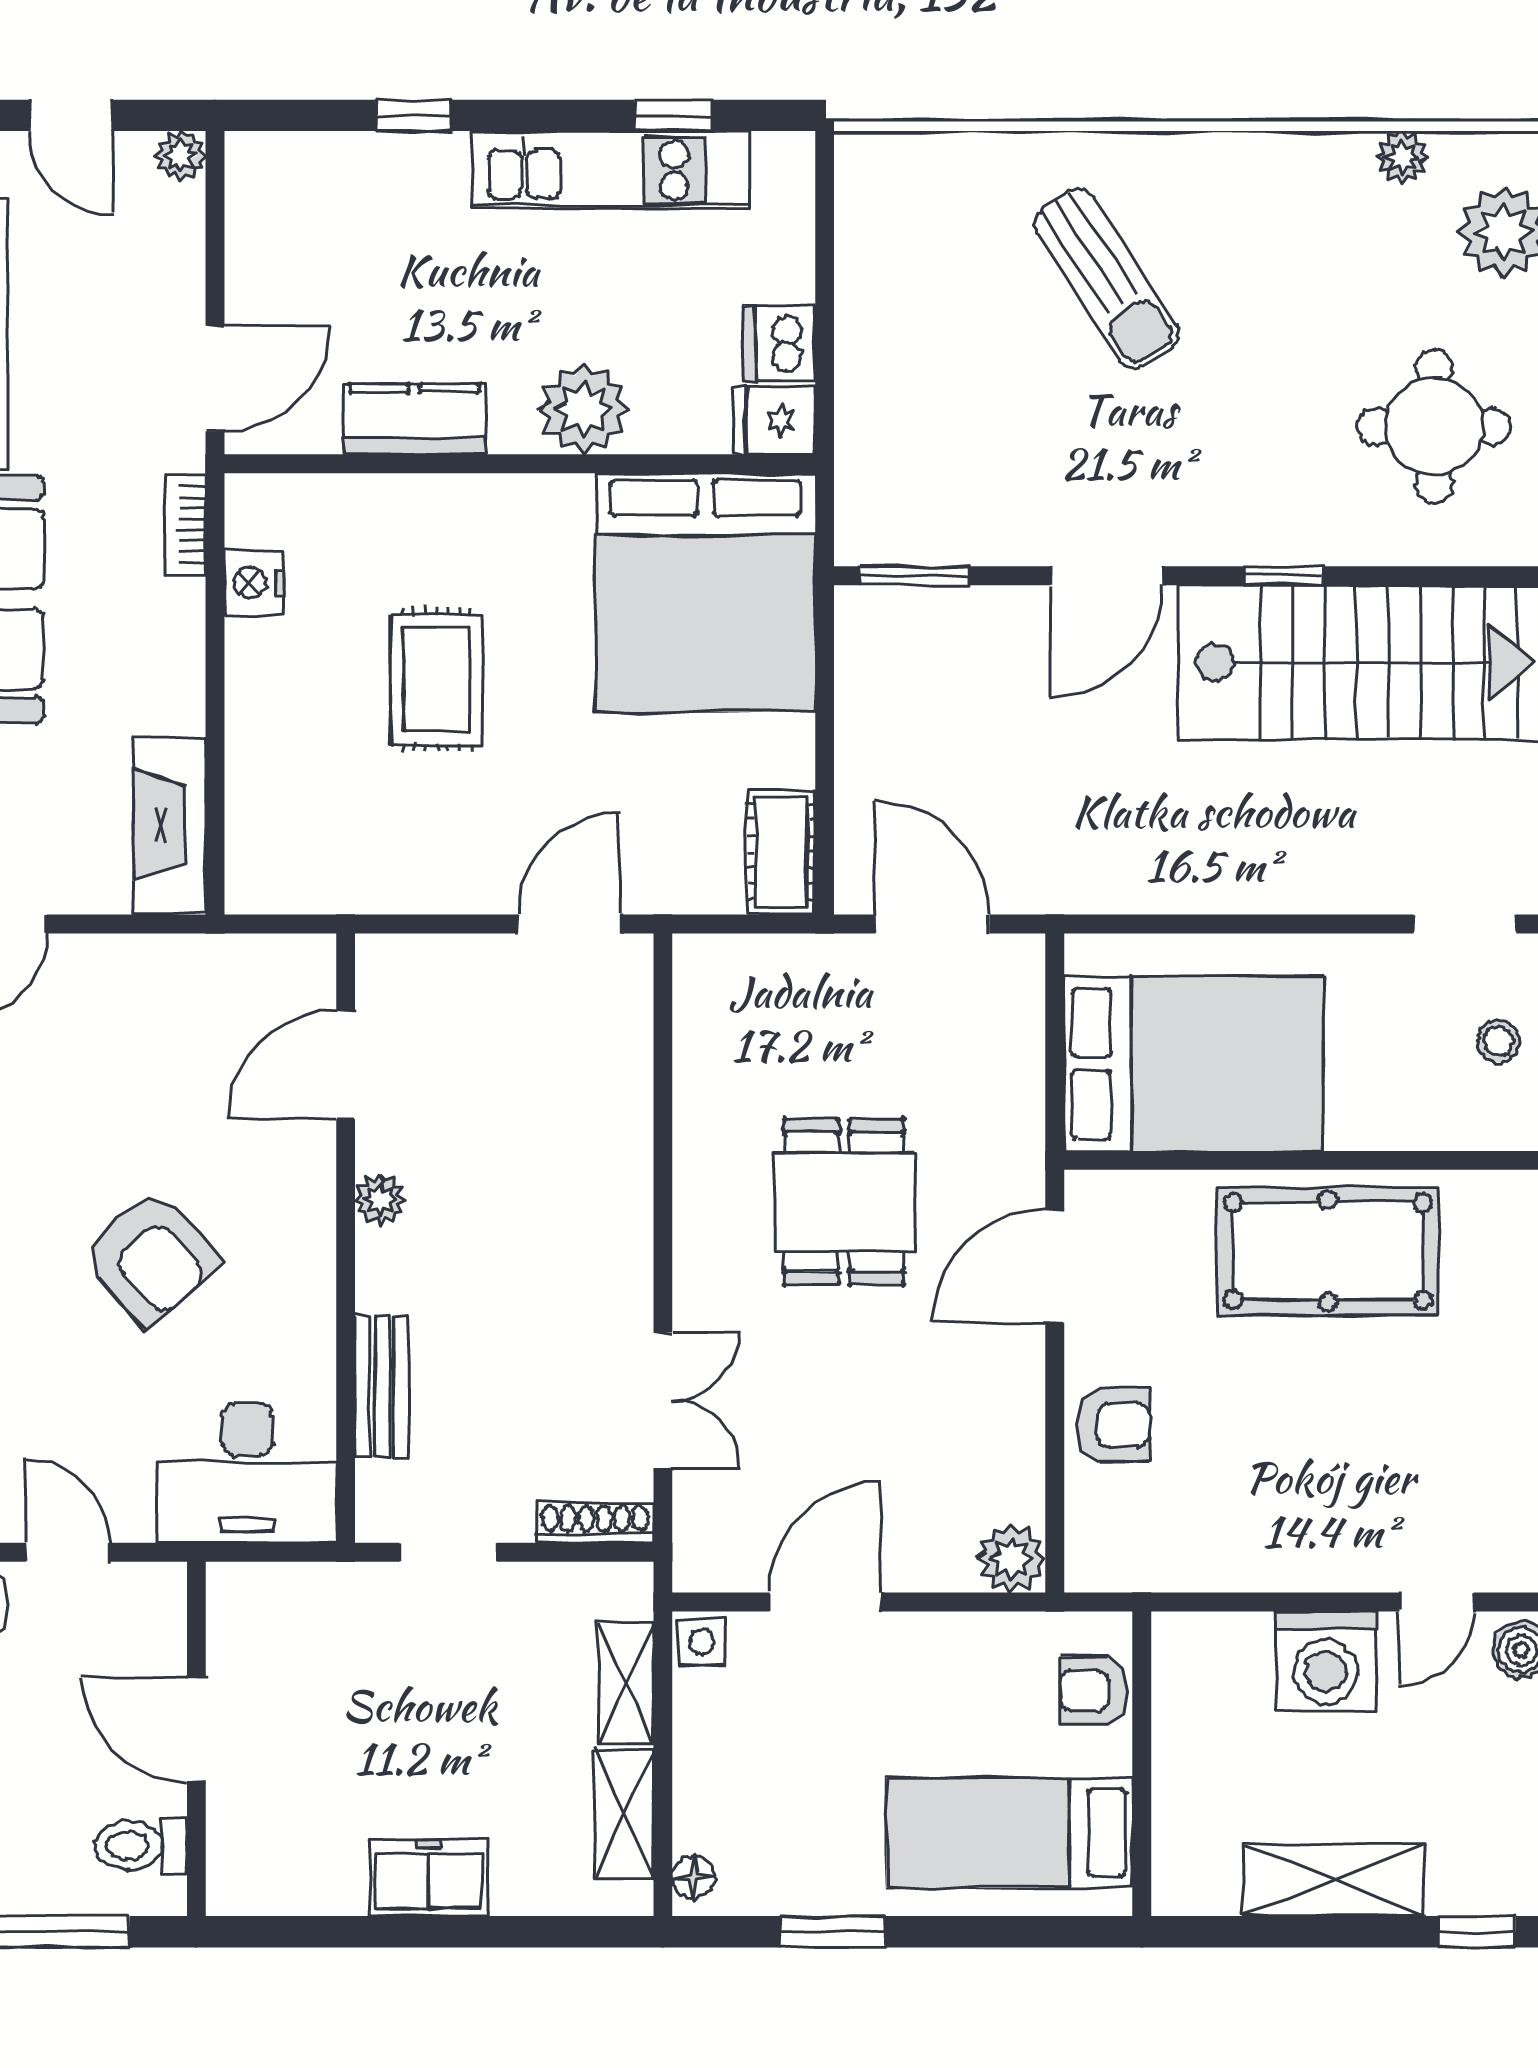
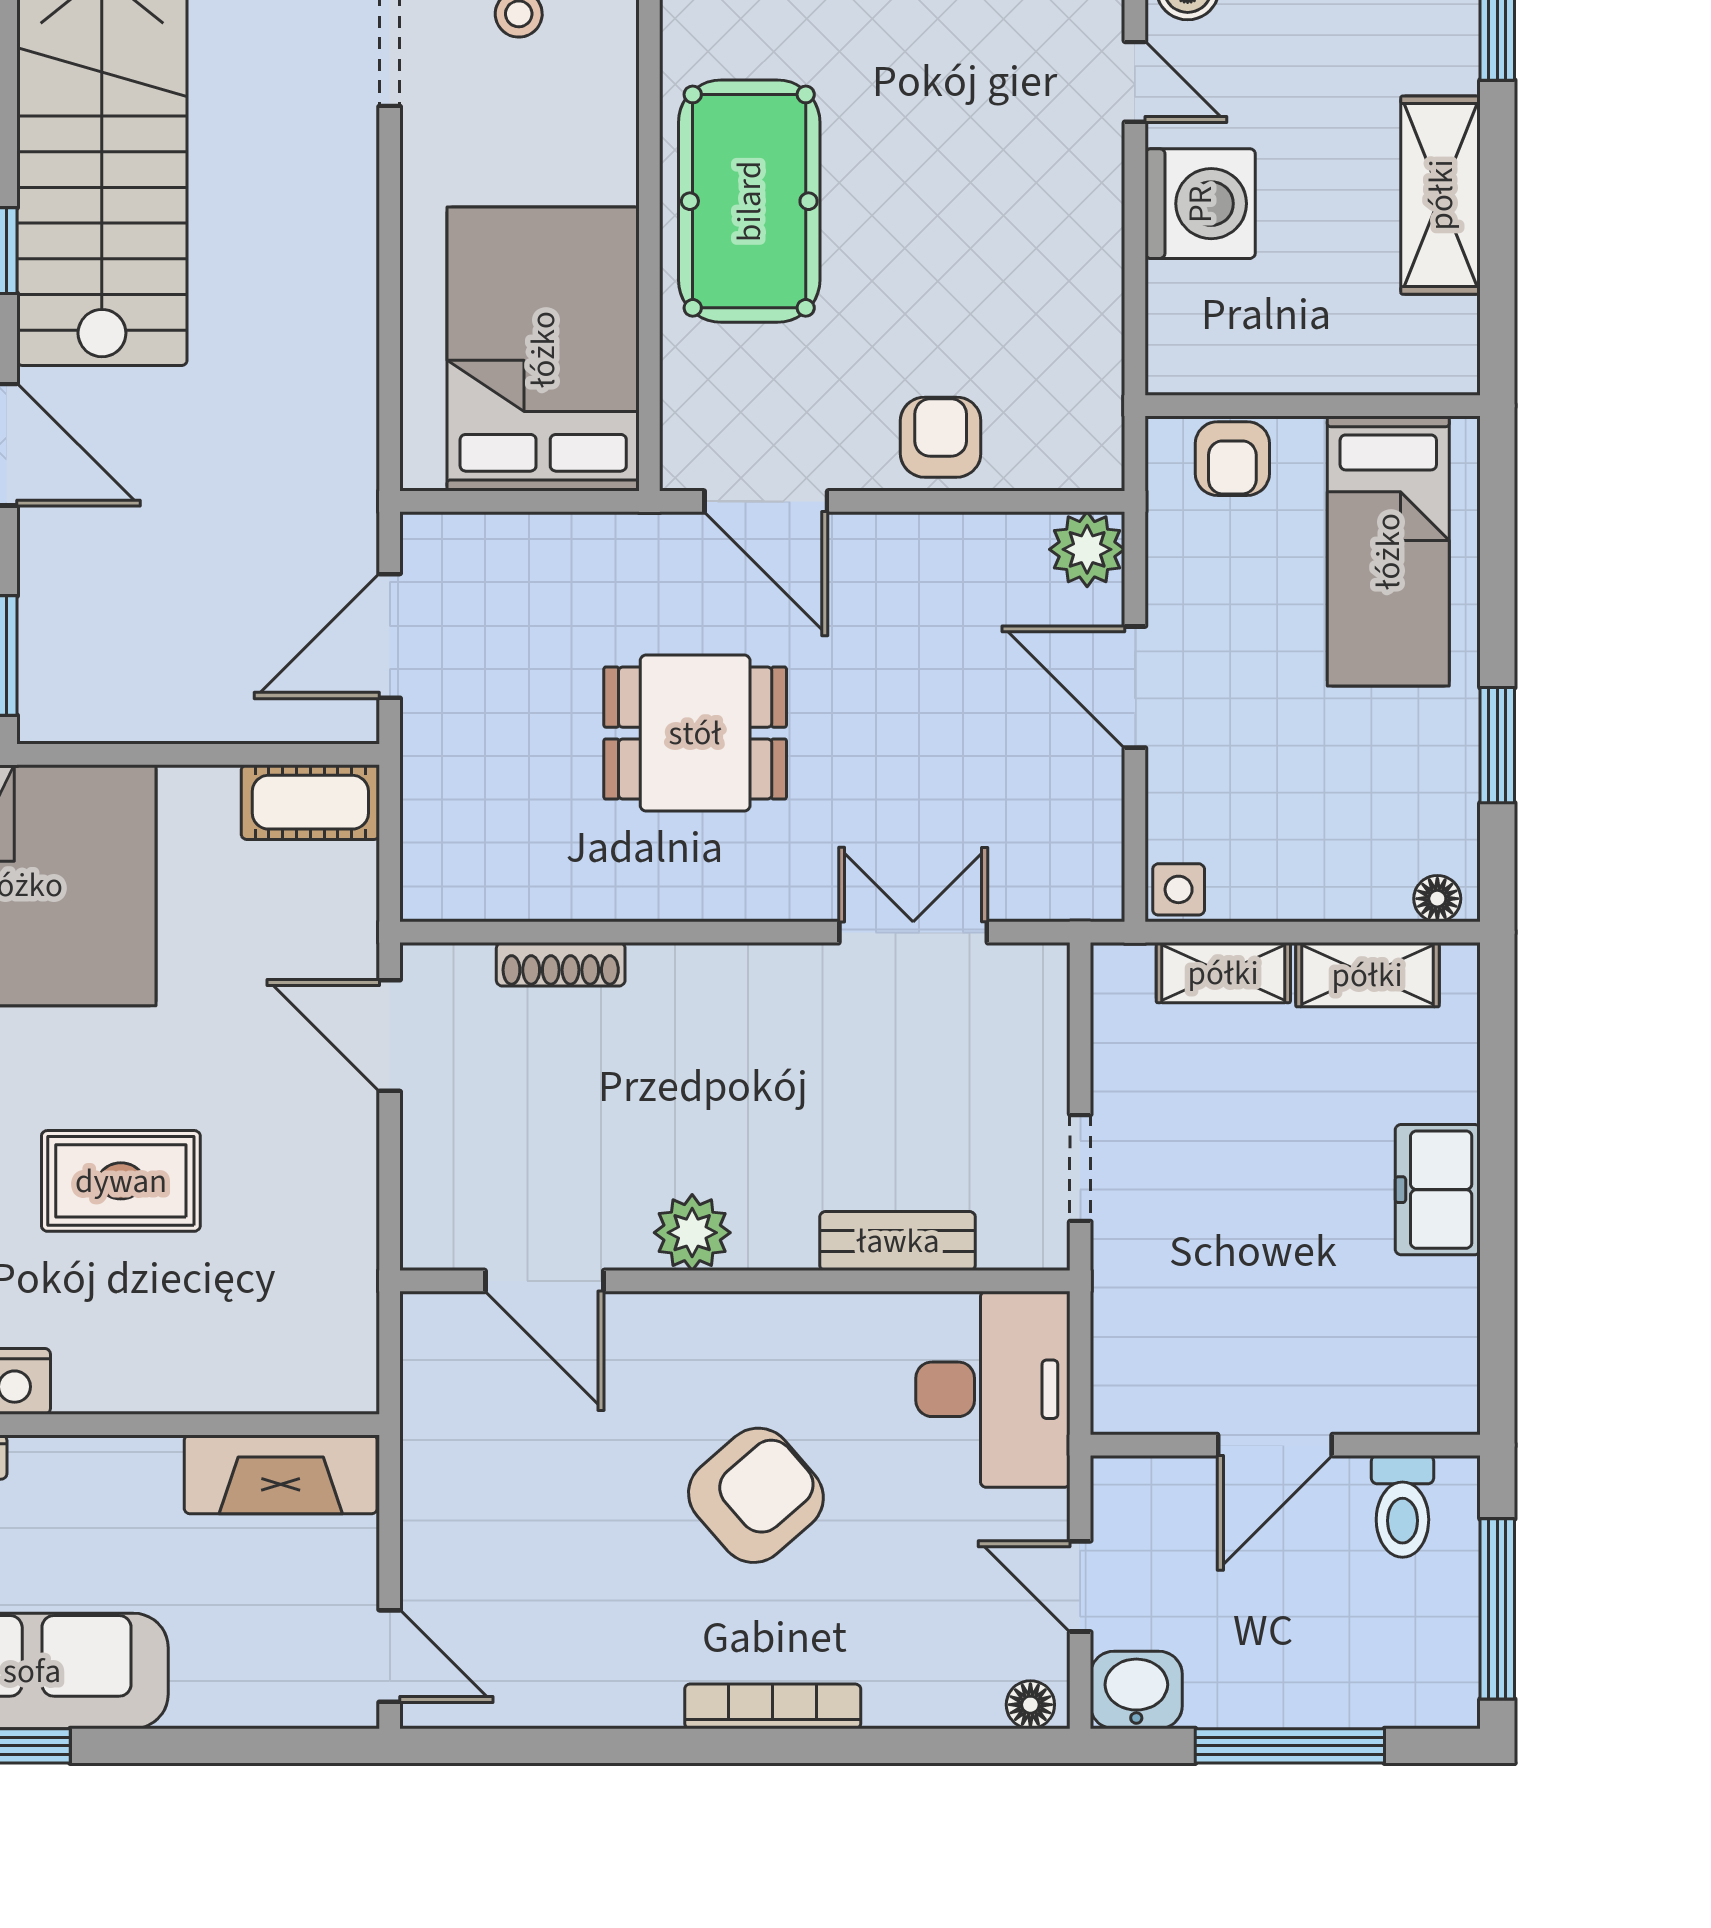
plant: (380, 1199) -> (692, 1233), width x1.38, depth x1.38
shoe rack: (595, 1523) -> (561, 964), moved, turned -90
door: (68, 1552) -> (1080, 1586), hinge flipped
door: (825, 1602) -> (1135, 687), moved

